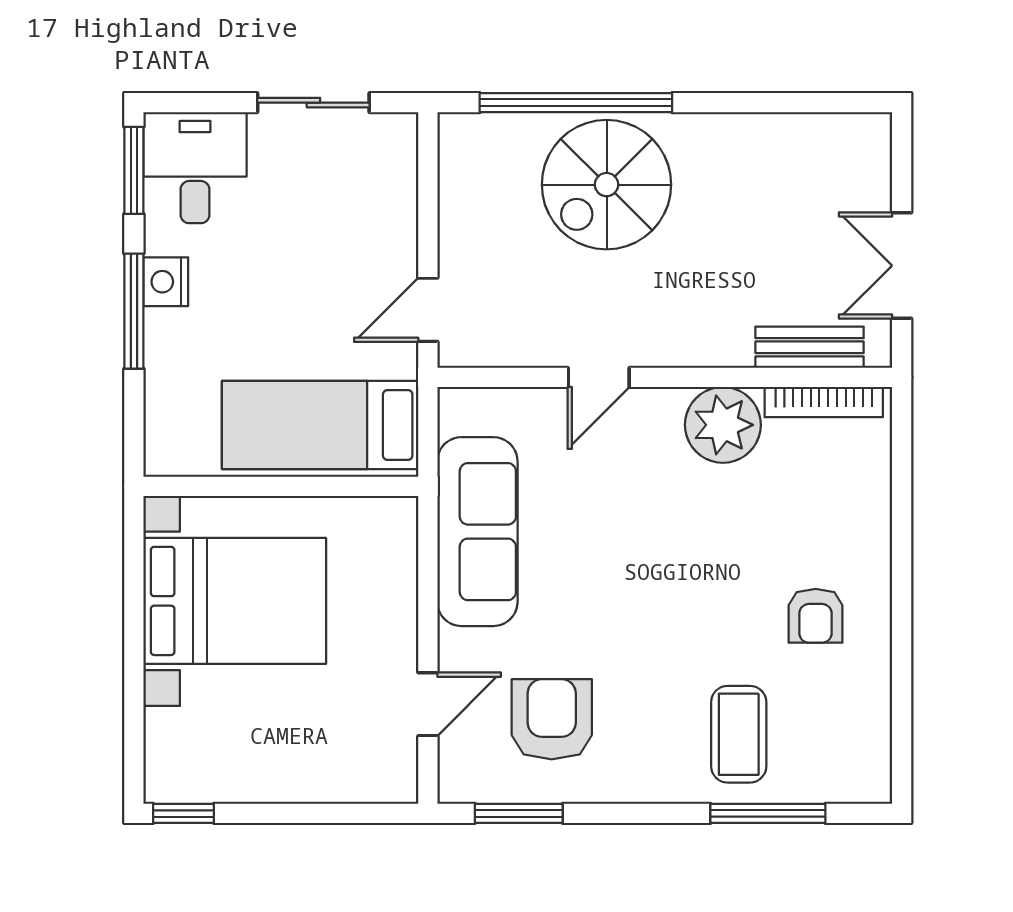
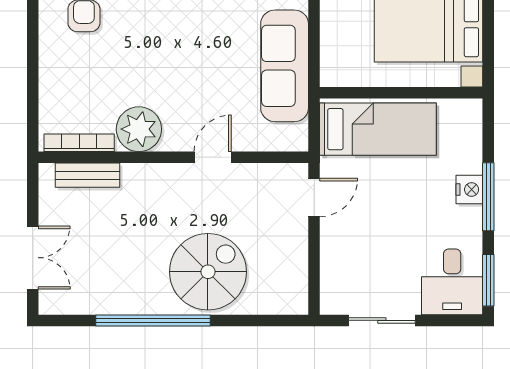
window: (576, 103) -> (153, 320), moved
double door: (902, 266) -> (33, 258), moved
nightstand: (166, 282) -> (469, 189), moved

